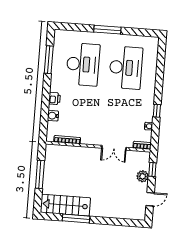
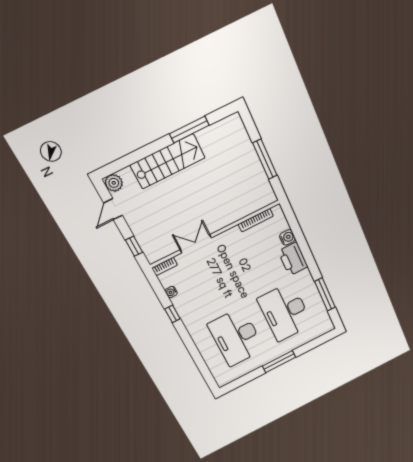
printer: (55, 98) -> (293, 259), width x1.87, depth x1.48
plant: (143, 176) -> (114, 183), moved
stairs: (65, 205) -> (168, 161), moved

